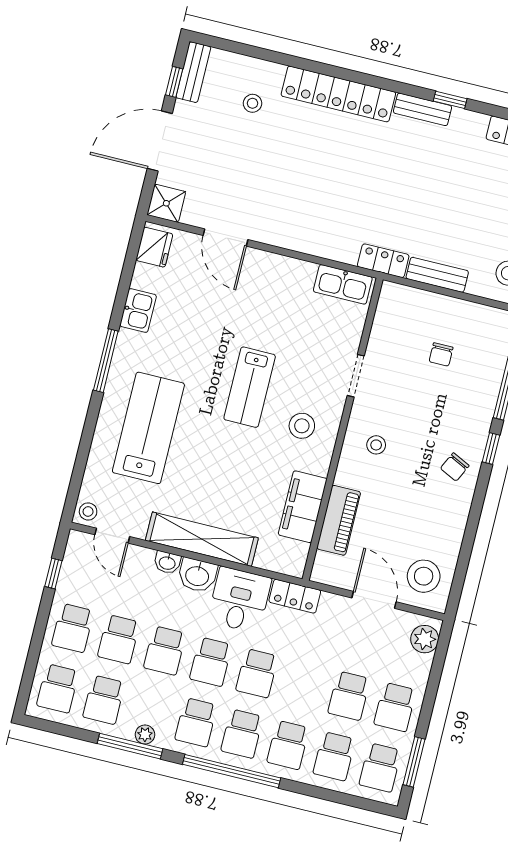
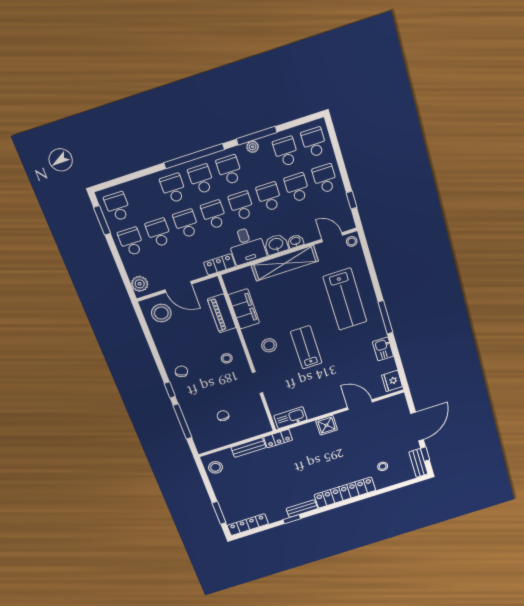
shower: (166, 203) -> (327, 425), moved
school desk: (334, 756) -> (186, 224), moved

